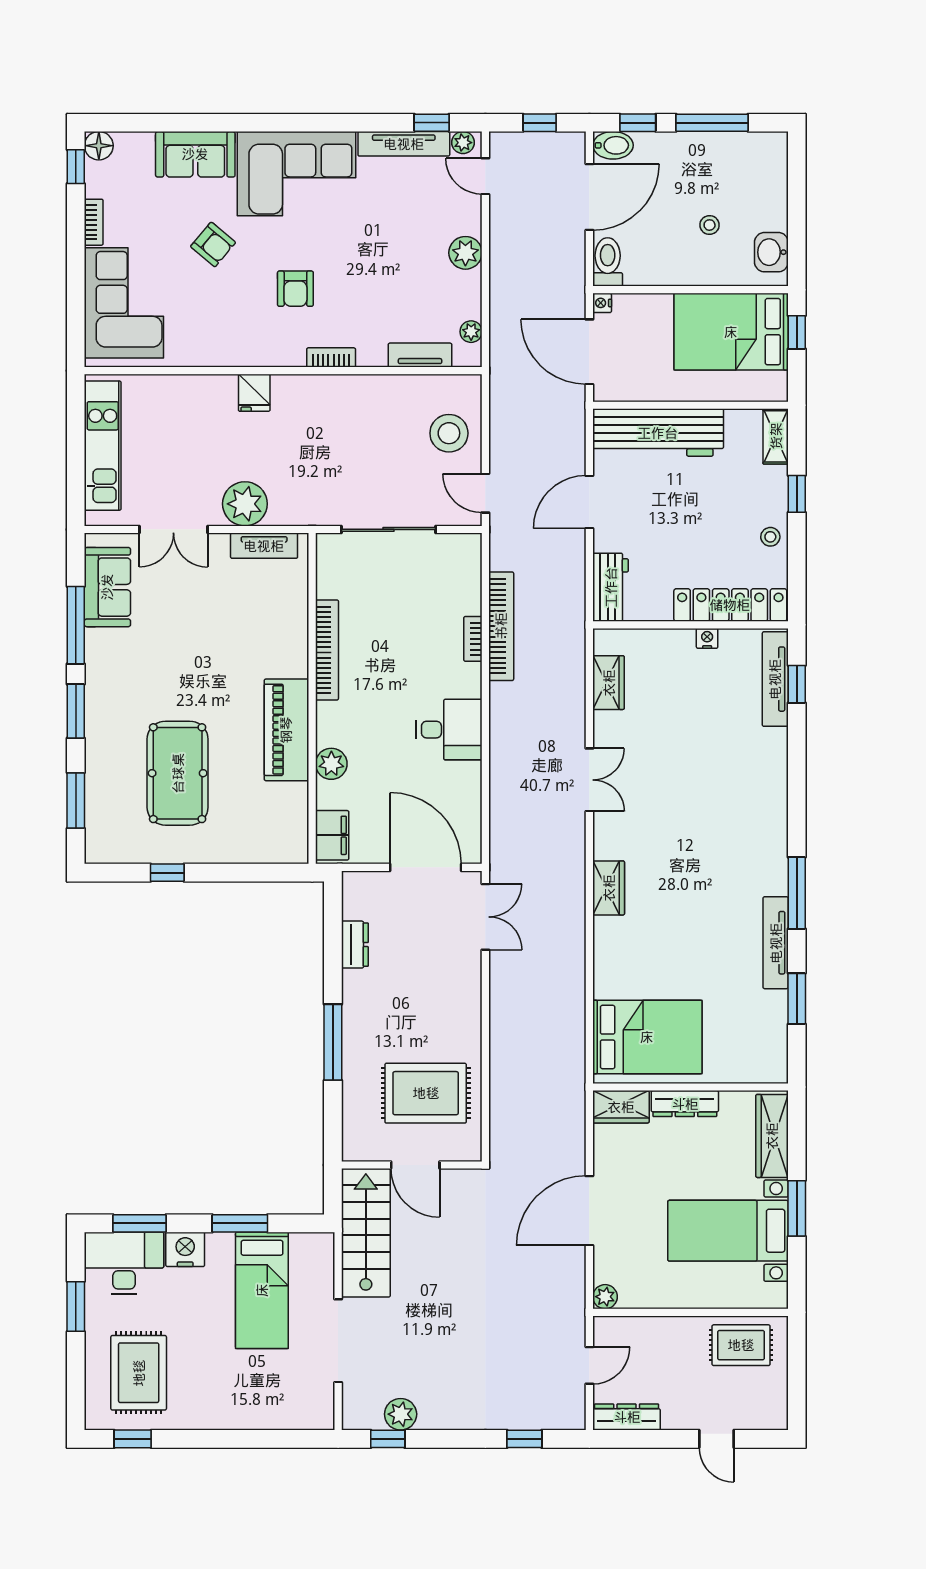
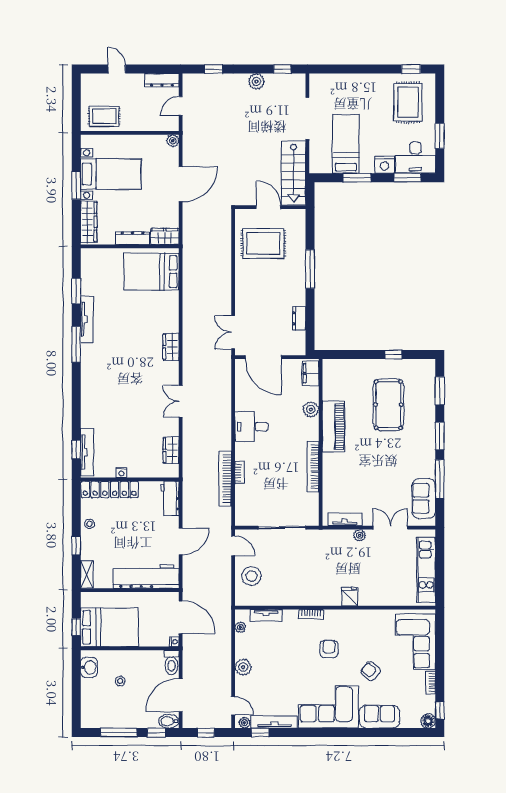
plant: (245, 504) -> (360, 535), width x0.53, depth x0.53
plant: (401, 1414) -> (256, 81), moved

